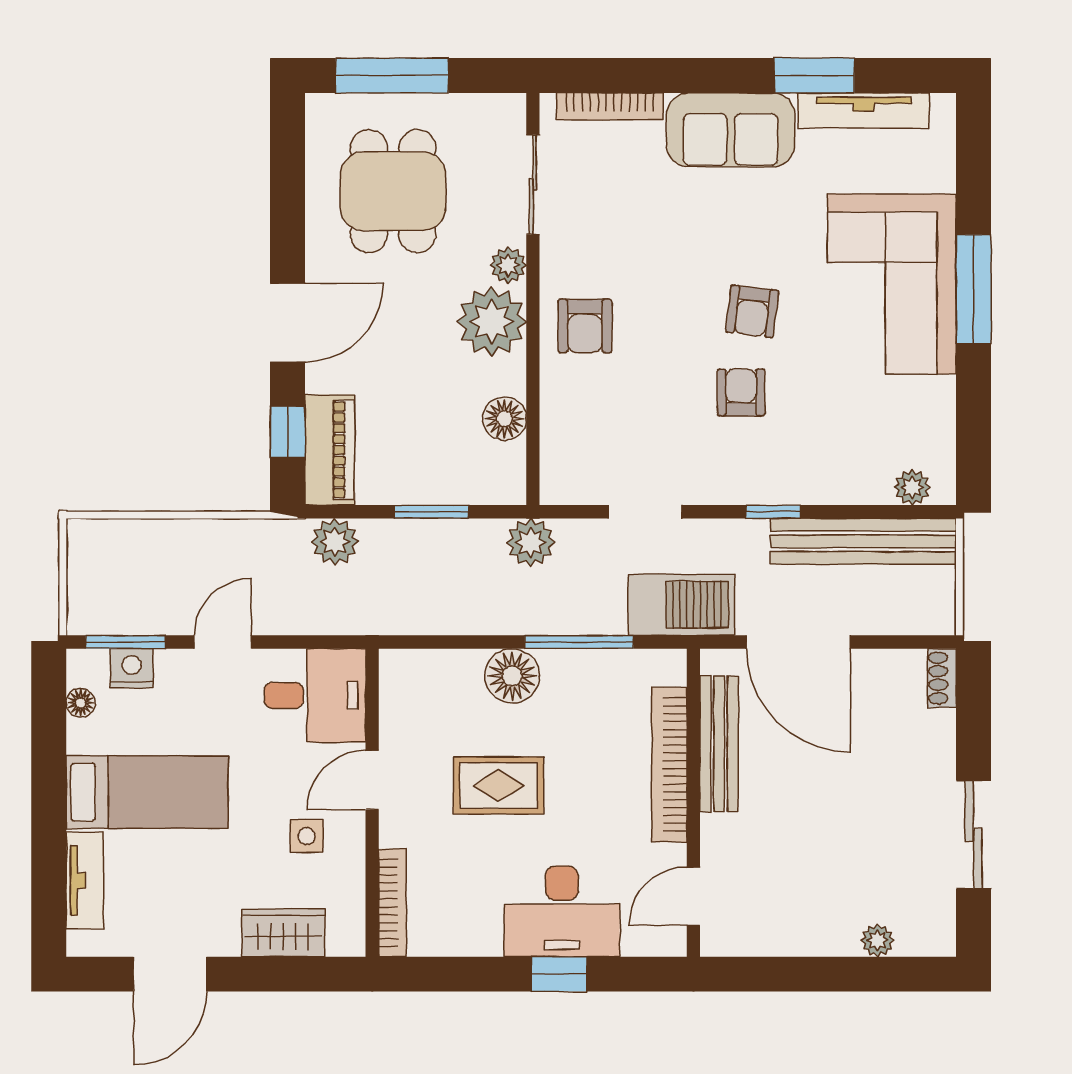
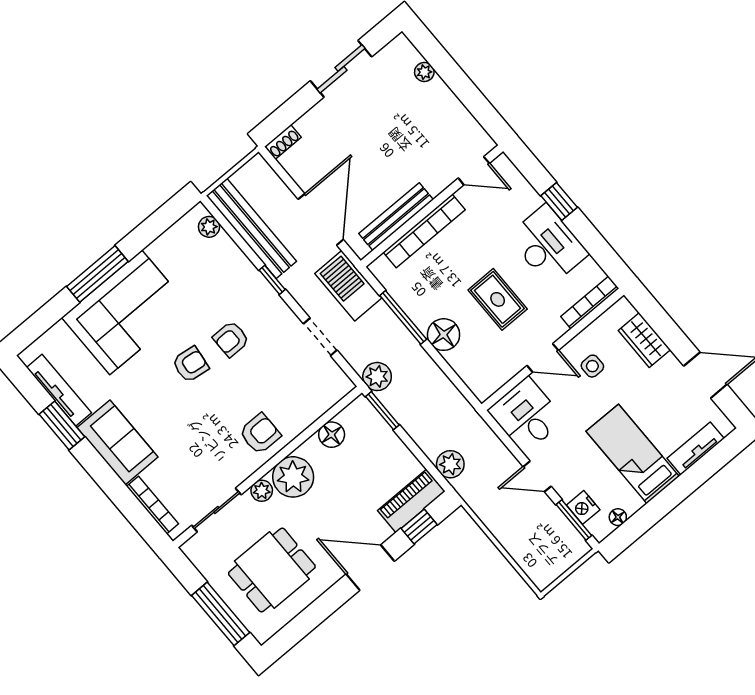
window: (431, 512) -> (382, 411), moved
desk: (562, 911) -> (548, 245), moved

